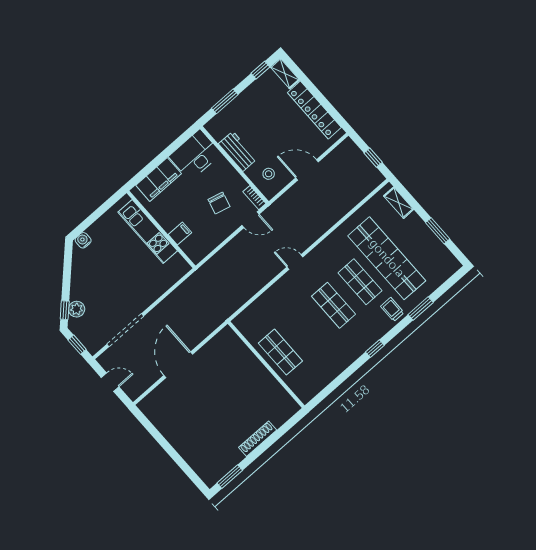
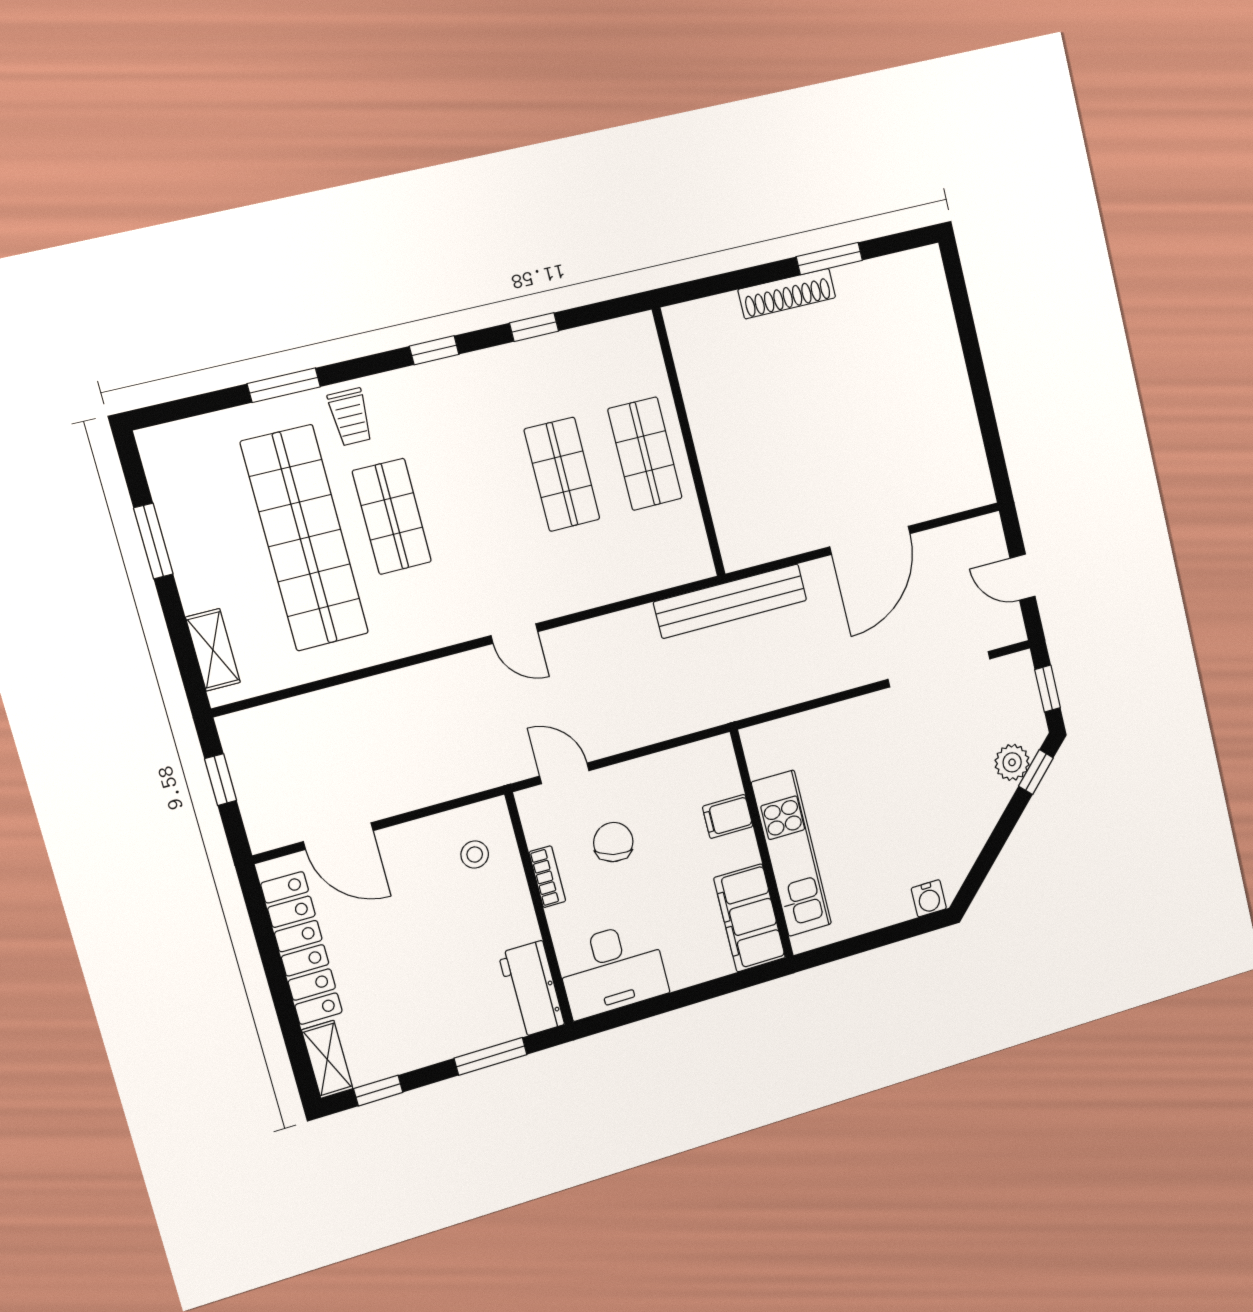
workbench: (238, 151) -> (531, 989), moved
door: (307, 170) -> (338, 836), moved
filing cabinet: (159, 179) -> (750, 918), moved, turned -90
bookcase: (254, 198) -> (547, 877), moved
shop shelf: (334, 305) -> (562, 474), moved
bench: (220, 315) -> (730, 601), added
window: (344, 376) -> (534, 327), added
window: (230, 477) -> (829, 258), moved

